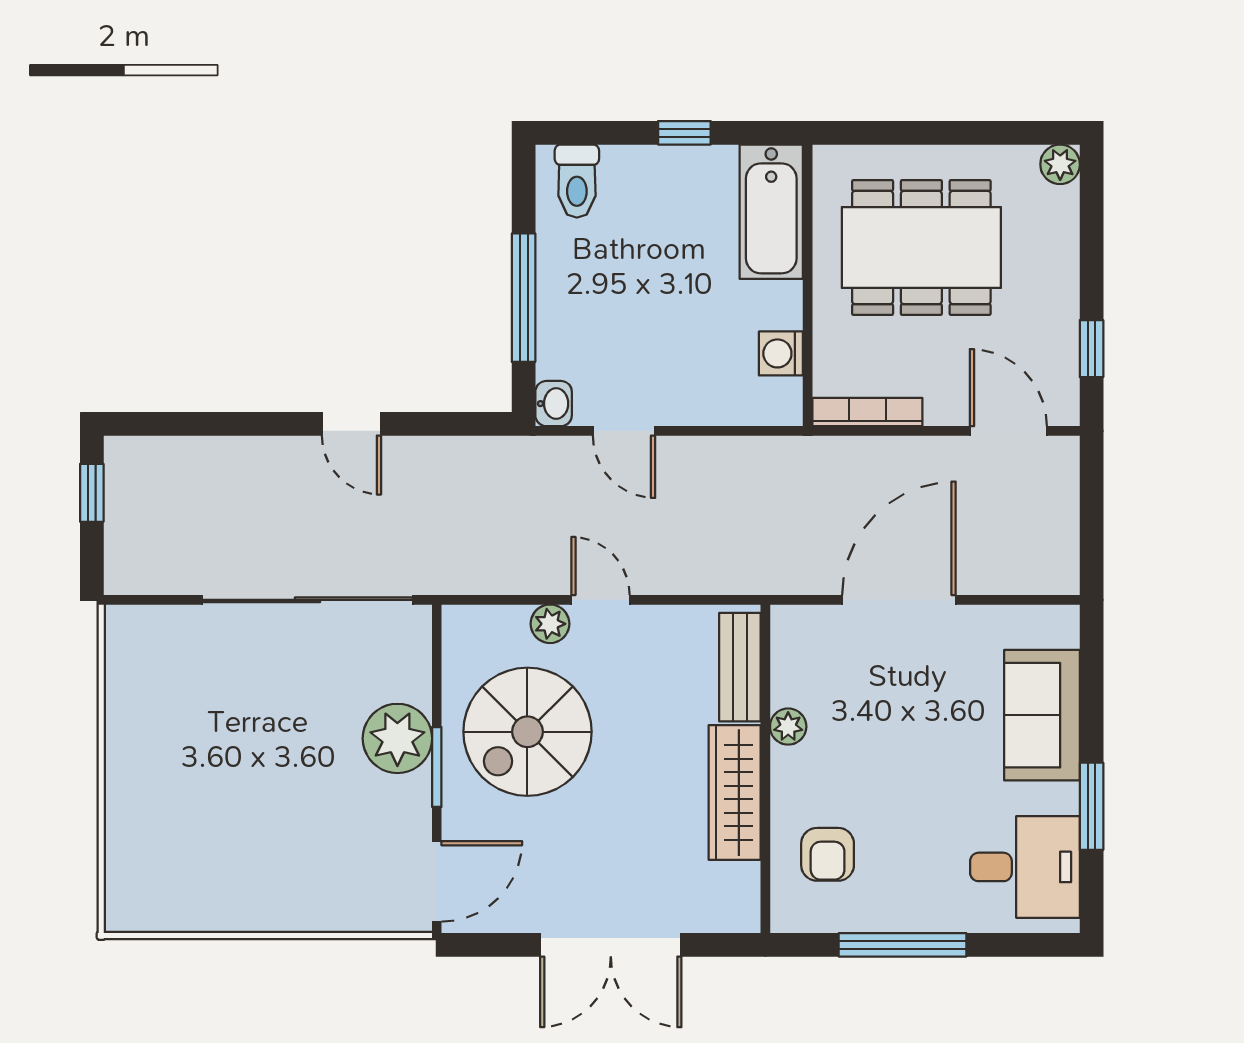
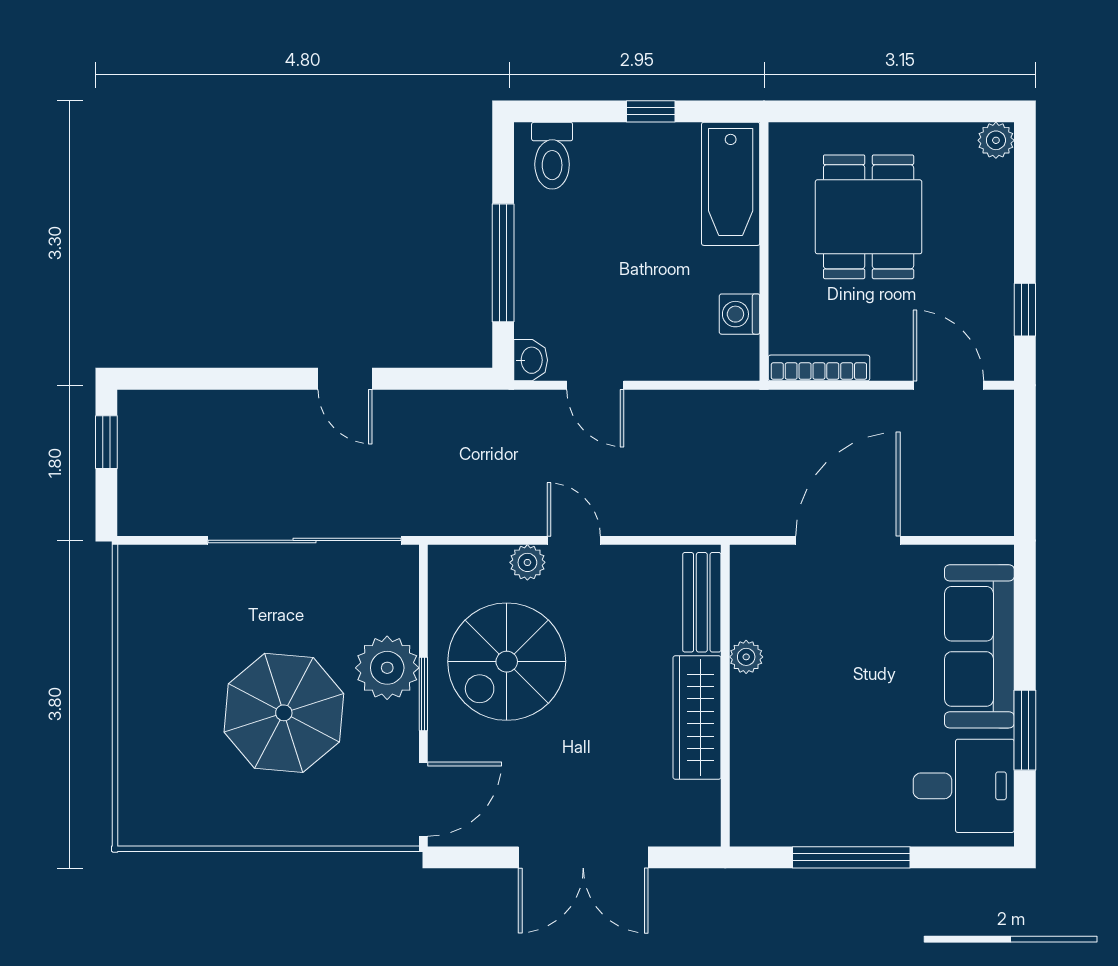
dining table: (921, 247) -> (869, 217), width x0.73
sofa: (1042, 715) -> (979, 646), width x1.36
parasol: (285, 788) -> (284, 713), added
armchair: (828, 854) -> (782, 774), removed

